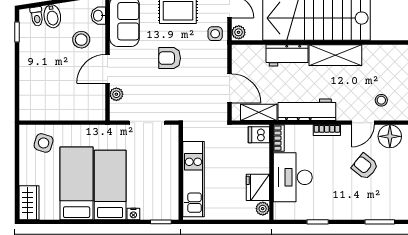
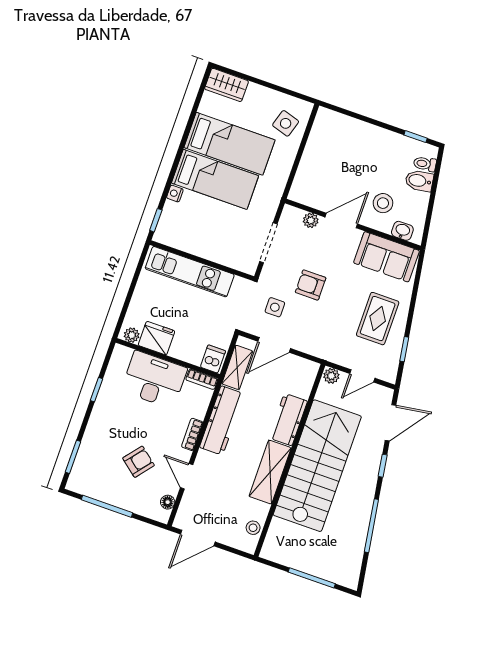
side table: (215, 34) -> (275, 307), moved
armchair: (170, 58) -> (311, 285), moved, turned -90
door: (108, 69) -> (341, 221), hinge flipped
stool: (381, 100) -> (253, 528), moved
floor lamp: (390, 136) -> (168, 502), width x0.53, depth x0.53

